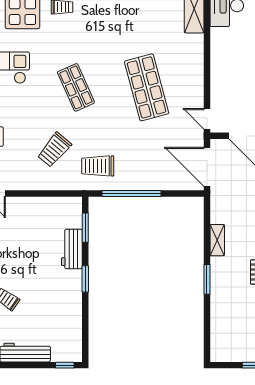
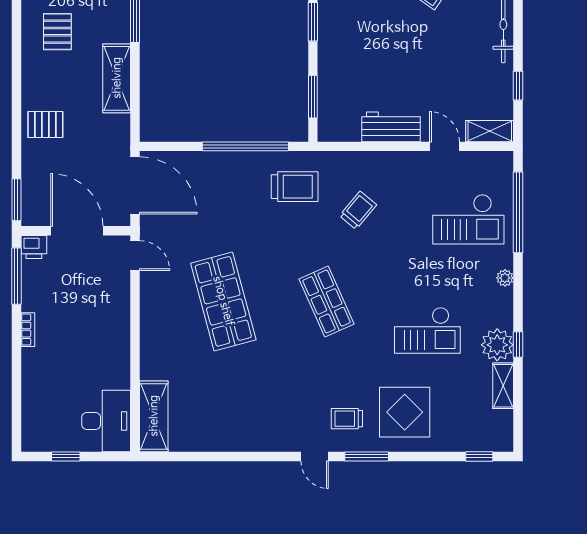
trolley: (54, 150) -> (358, 210), width x0.73, depth x0.72
shelving: (217, 240) -> (117, 78), width x1.50, depth x1.33
workbench: (72, 249) -> (391, 127), moved, turned -90

